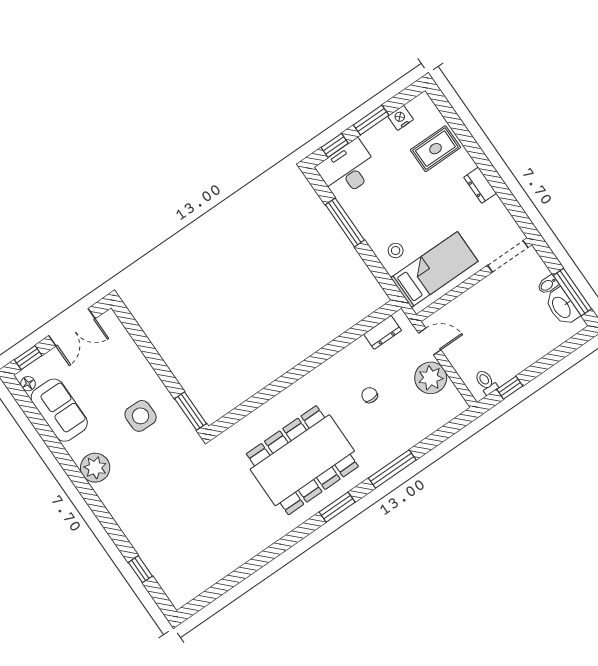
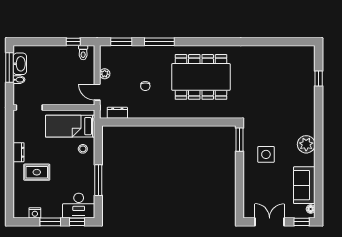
rug: (435, 149) -> (37, 172), moved
plant: (431, 378) -> (105, 74), width x0.53, depth x0.53
window: (337, 507) -> (121, 42), moved

